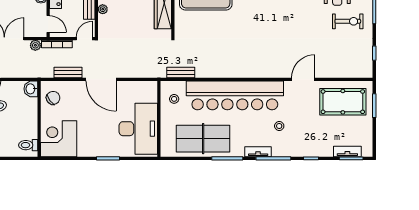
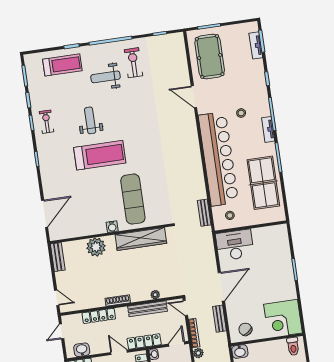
desk: (138, 129) -> (235, 245), moved, width x0.73, depth x0.77

